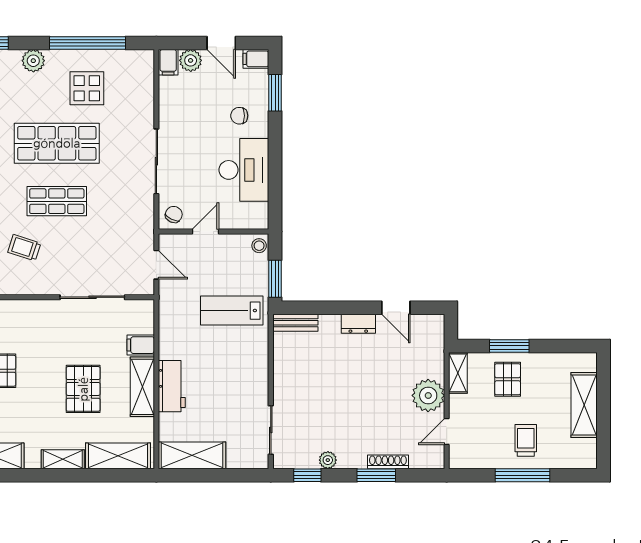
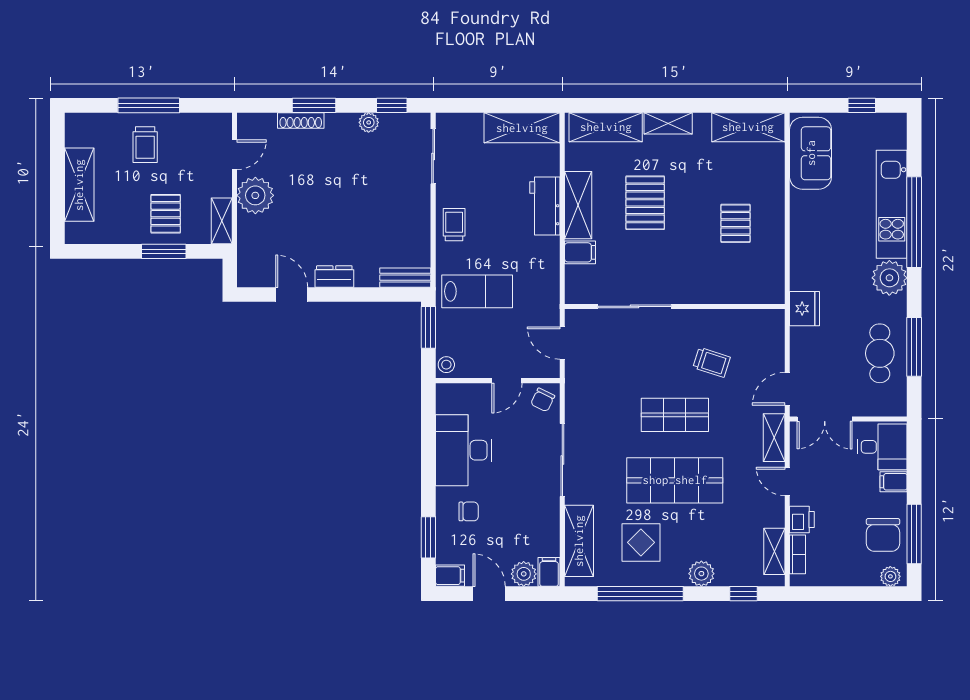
shelving: (142, 90) -> (579, 541), added
trolley: (252, 370) -> (454, 225), added

